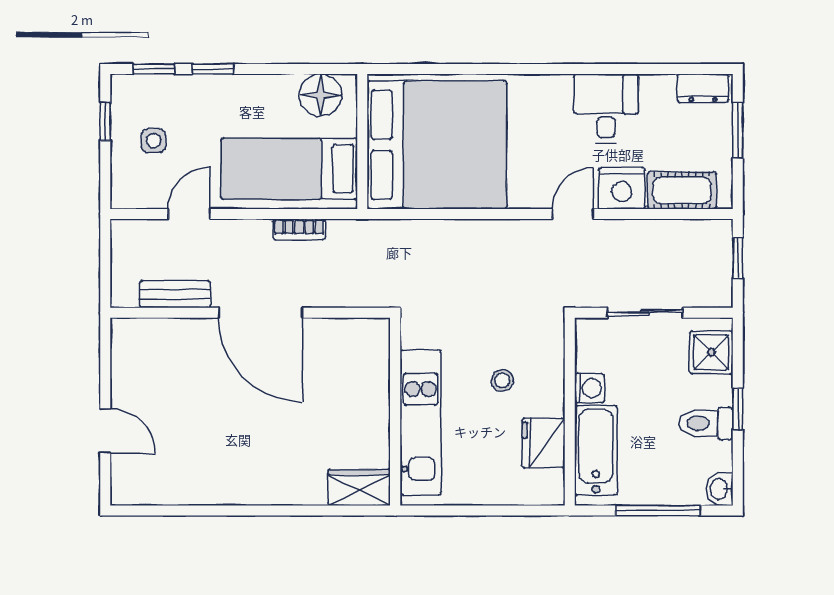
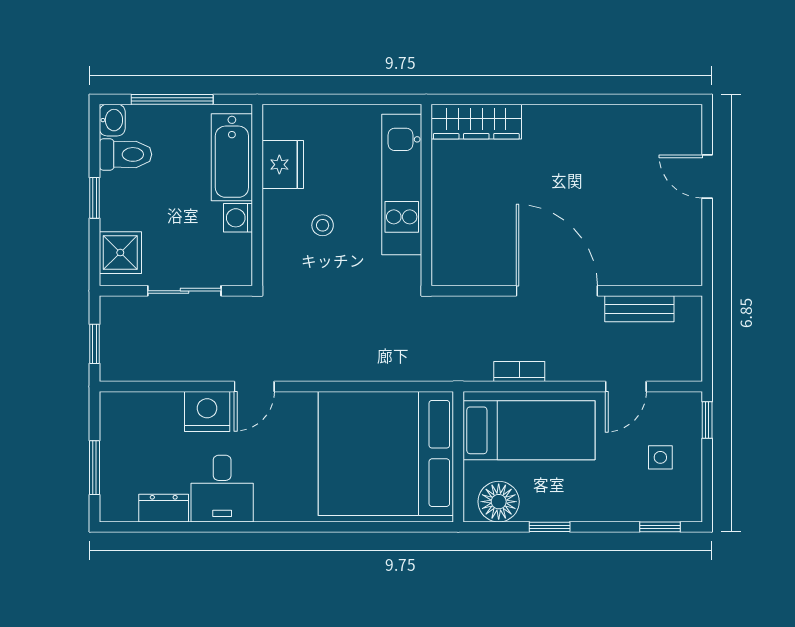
window: (213, 69) -> (550, 527), moved
dresser: (703, 88) -> (164, 508), moved
window: (105, 121) -> (707, 420), moved
cot: (682, 190) -> (149, 409), removed
toilet: (706, 423) -> (126, 154), moved
wardrobe: (359, 487) -> (476, 122), width x1.50

